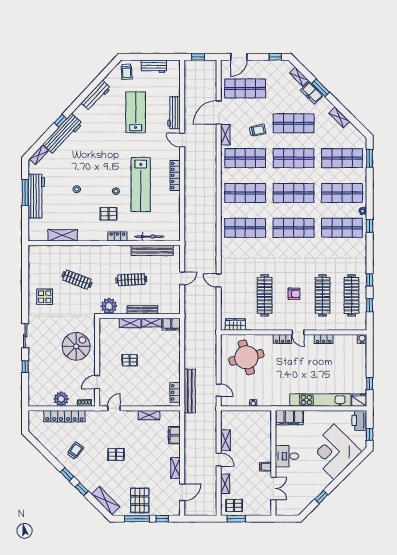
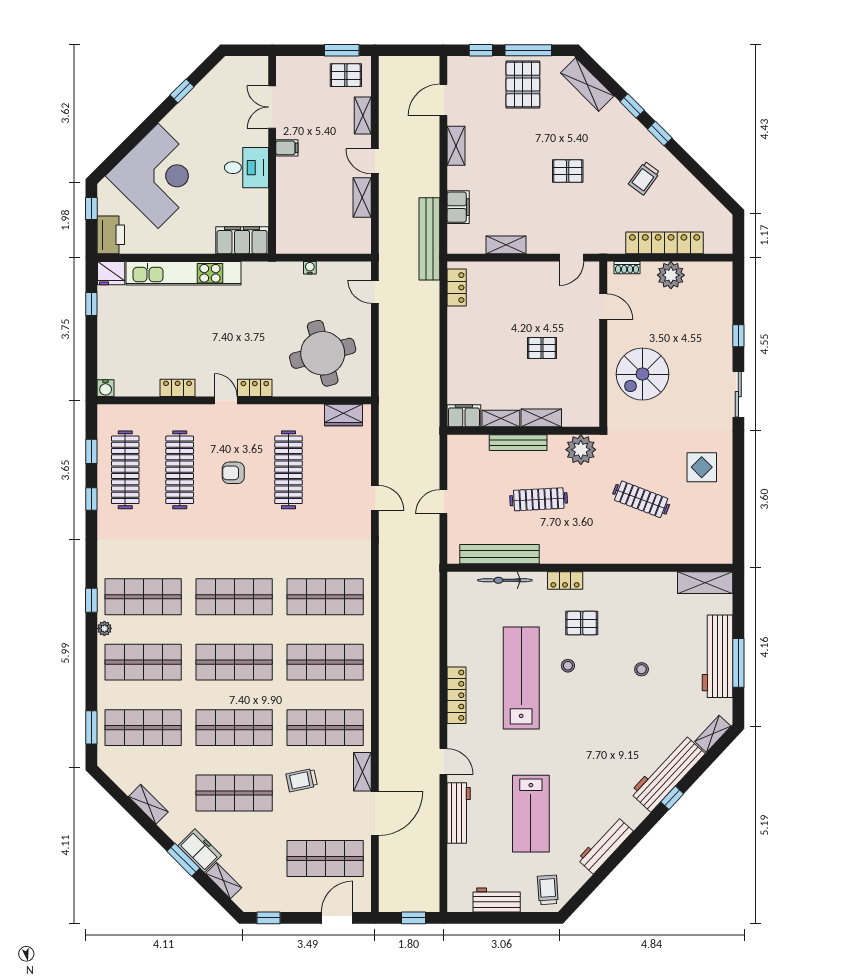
shelving: (63, 235) -> (705, 583), moved
door: (97, 382) -> (603, 307), hinge flipped
bench: (190, 391) -> (429, 239), moved

